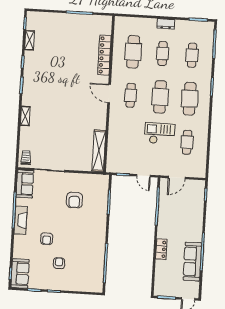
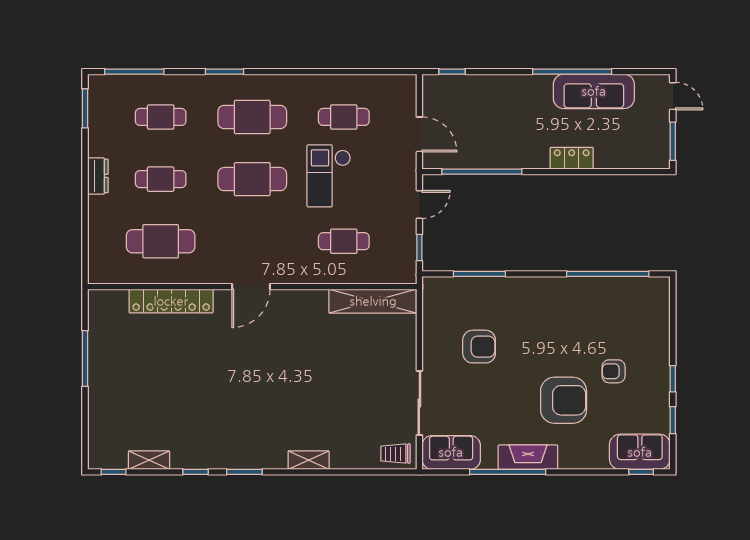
cafe table: (131, 95) -> (344, 241), moved
armchair: (47, 239) -> (564, 400), width x1.88, depth x1.88

